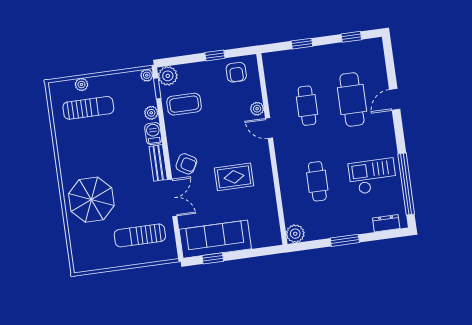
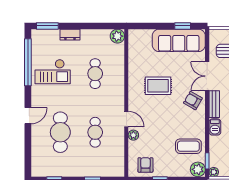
door: (395, 99) -> (28, 116), moved
plant: (151, 113) -> (214, 143), removed
dresser: (386, 223) -> (70, 35), moved
window: (345, 240) -> (47, 26), moved

